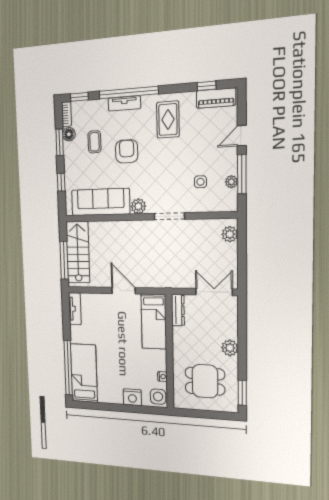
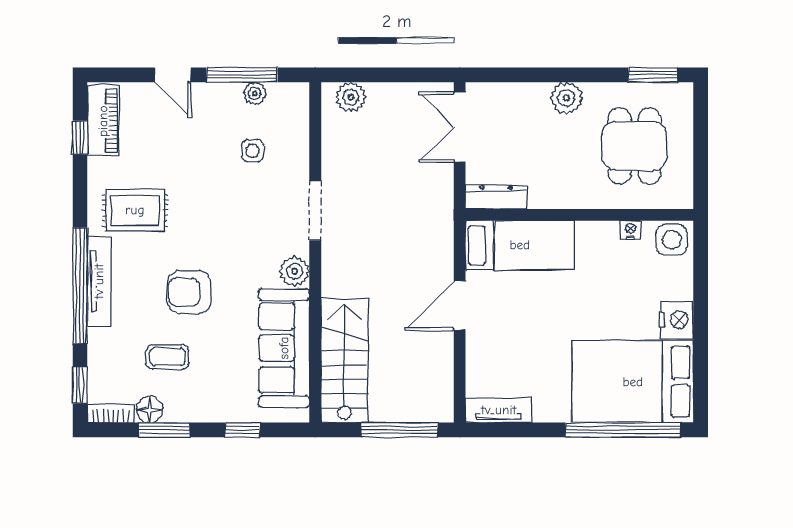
tv unit: (124, 103) -> (99, 281), width x1.41
stairs: (78, 252) -> (344, 361), moved, turned 90
bed: (84, 373) -> (633, 382), width x1.50
nightstand: (132, 397) -> (677, 320), moved

